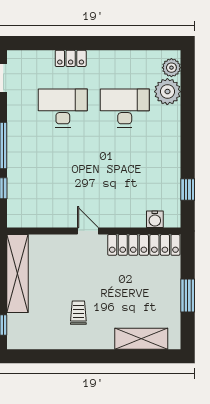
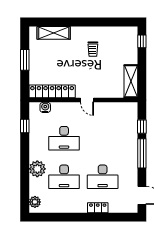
plant: (167, 92) -> (37, 169), moved
desk: (125, 170) -> (64, 138), added
shelving: (17, 274) -> (131, 81), width x0.68

